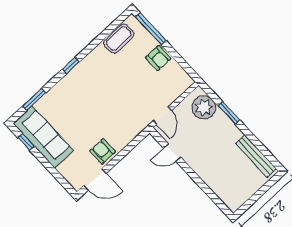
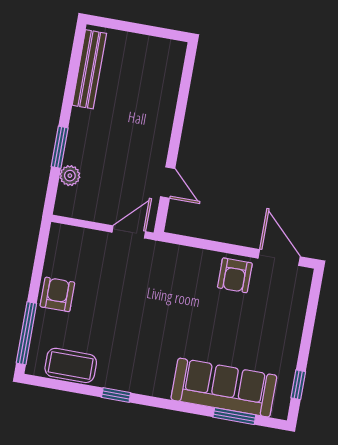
window: (71, 66) -> (116, 395), moved
plant: (204, 107) -> (70, 176), width x0.53, depth x0.53
sofa: (43, 137) -> (224, 388), moved, turned 90

